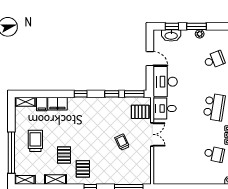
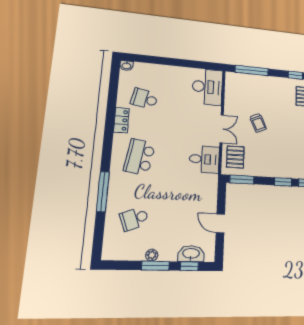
desk: (165, 82) -> (207, 87), moved
window: (112, 94) -> (283, 182), moved
pallet: (140, 112) -> (235, 157), turned 90
double door: (152, 134) -> (222, 129), swing flipped

